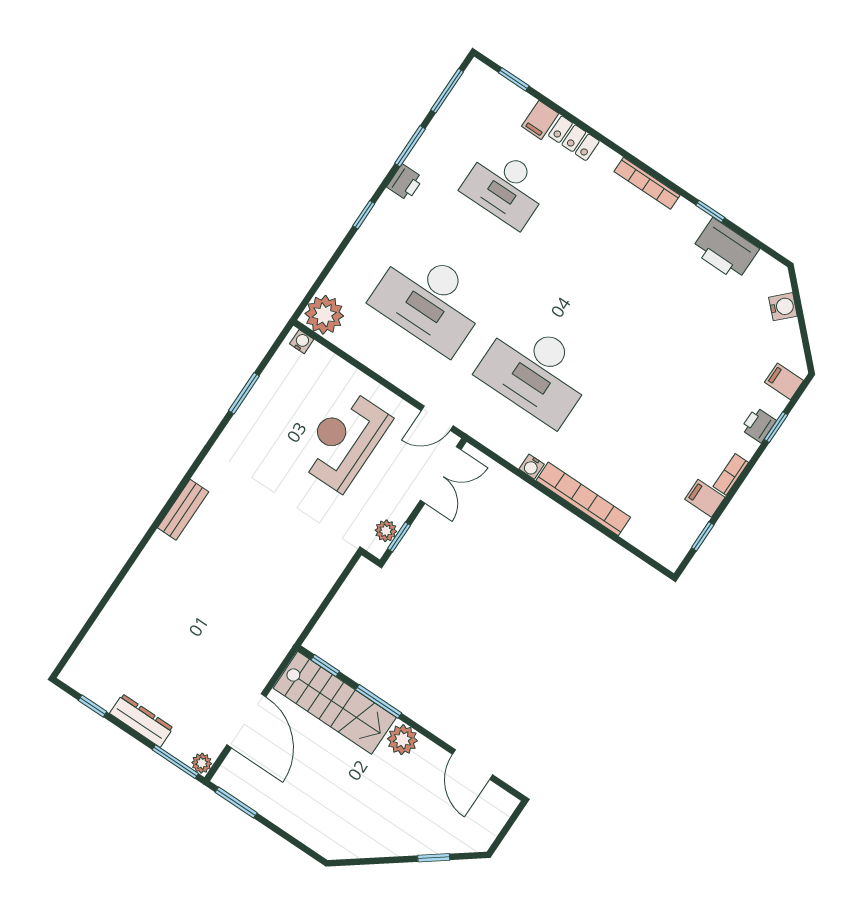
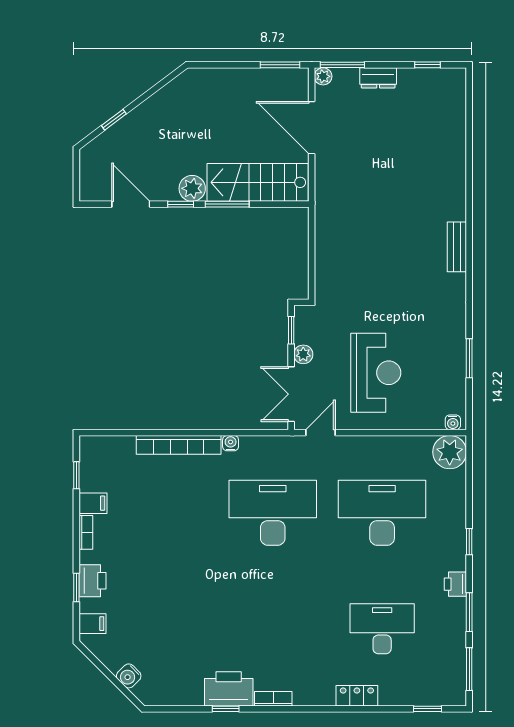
filing cabinet: (540, 120) -> (389, 693), removed
bookcase: (647, 183) -> (273, 699), width x0.64
printer: (725, 250) -> (229, 689), moved
printer: (758, 425) -> (92, 581), width x1.36, depth x1.24
plant: (386, 531) -> (303, 354), moved
window: (325, 666) -> (181, 204), moved
dresser: (141, 721) -> (378, 78), width x0.70

